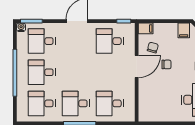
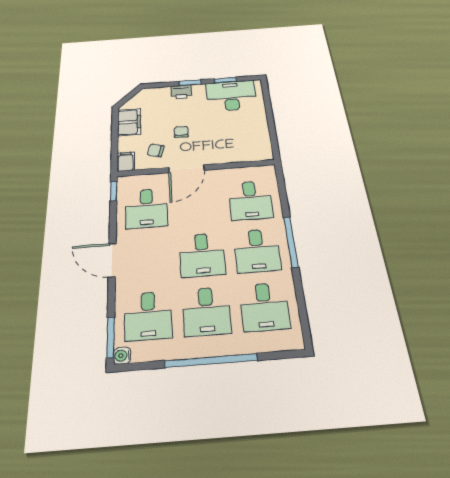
filing cabinet: (184, 30) -> (129, 122), width x2.00
door: (137, 66) -> (186, 169), swing flipped
desk: (76, 72) -> (202, 255), added

